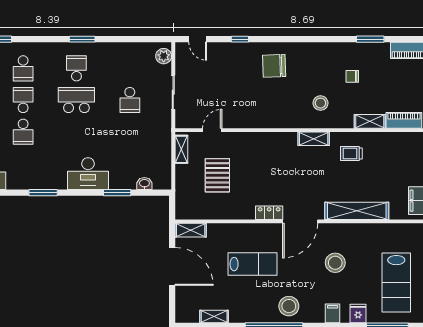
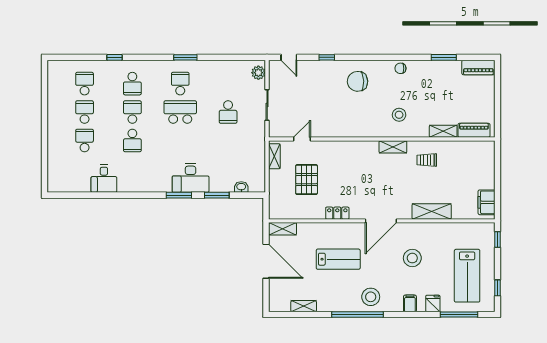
chair: (352, 76) -> (400, 68), moved
window: (43, 193) -> (179, 195), moved
shelving: (357, 211) -> (432, 211), width x0.68
locker: (269, 213) -> (337, 213), moved

